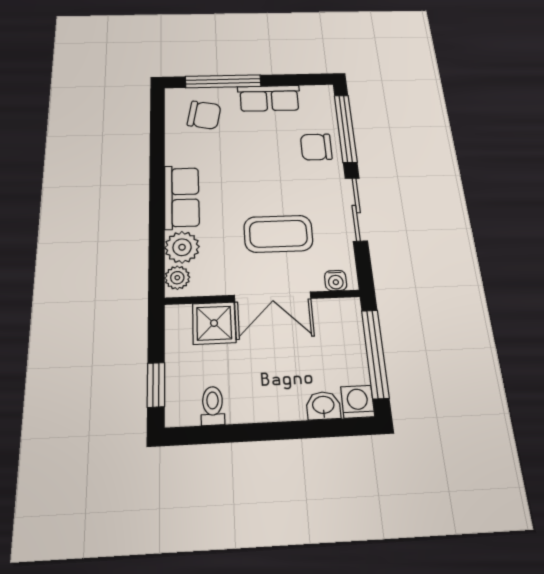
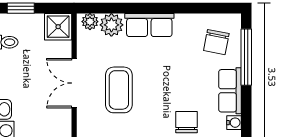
water cooler: (336, 281) -> (234, 123), moved, turned 180
shower: (214, 323) -> (58, 27), moved

